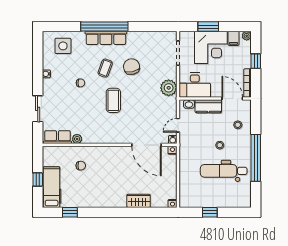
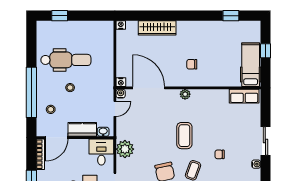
desk: (195, 85) -> (101, 152), width x0.73
door: (232, 98) -> (57, 138), hinge flipped
sliding door: (38, 109) -> (265, 141), moved
plant: (77, 139) -> (185, 94), moved
window: (256, 158) -> (31, 92), moved
chair: (81, 166) -> (192, 64), moved
hospital bed: (52, 187) -> (251, 65), moved, turned 180
wardrobe: (139, 201) -> (157, 28), width x1.50
window: (210, 212) -> (60, 16), moved

